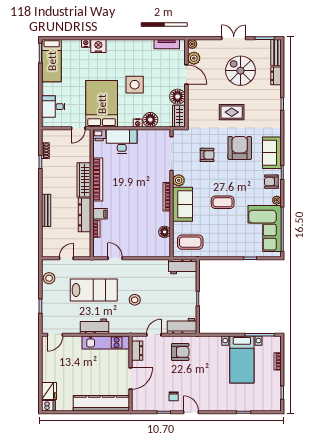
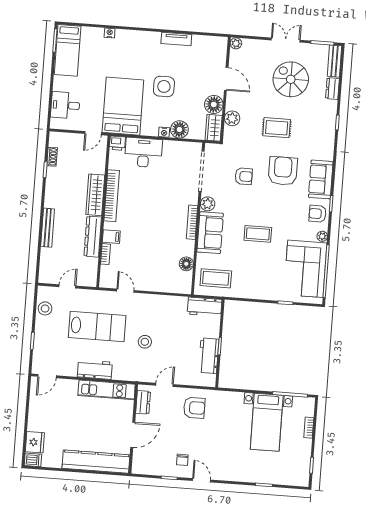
tv unit: (167, 44) -> (176, 39), moved
nightstand: (98, 46) -> (124, 37), removed
plant: (194, 58) -> (232, 118), moved
workbench: (182, 326) -> (209, 356), moved, turned -90

